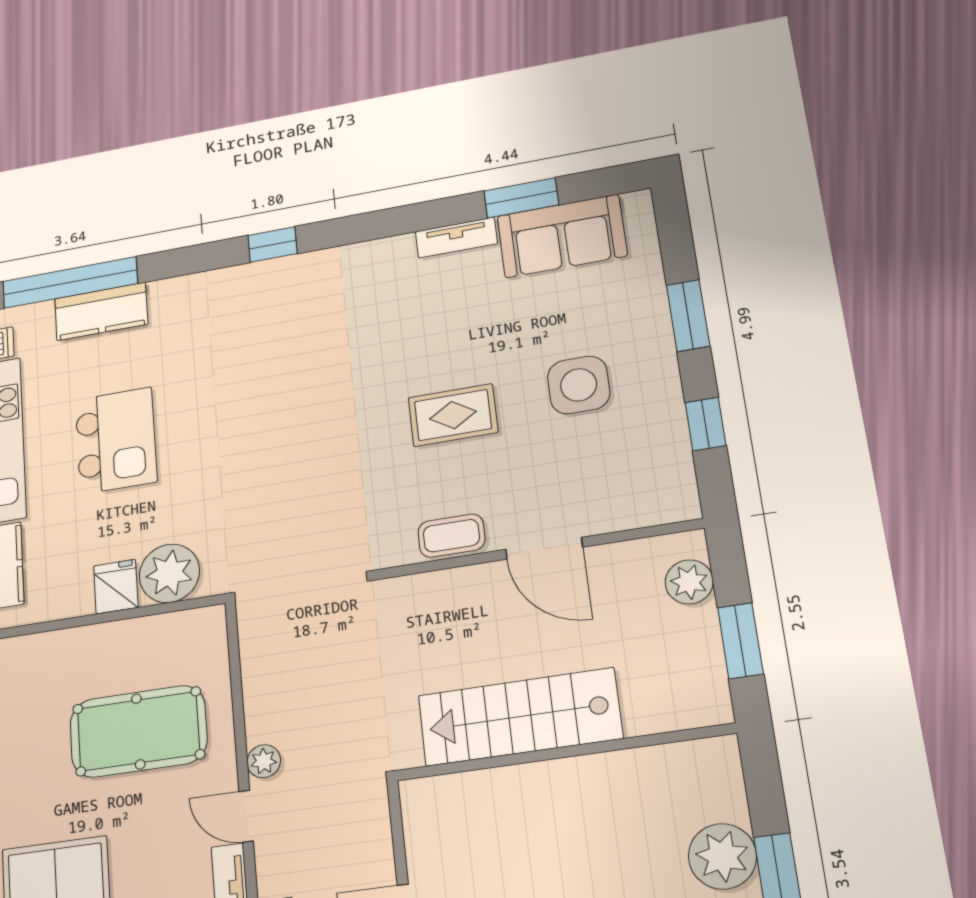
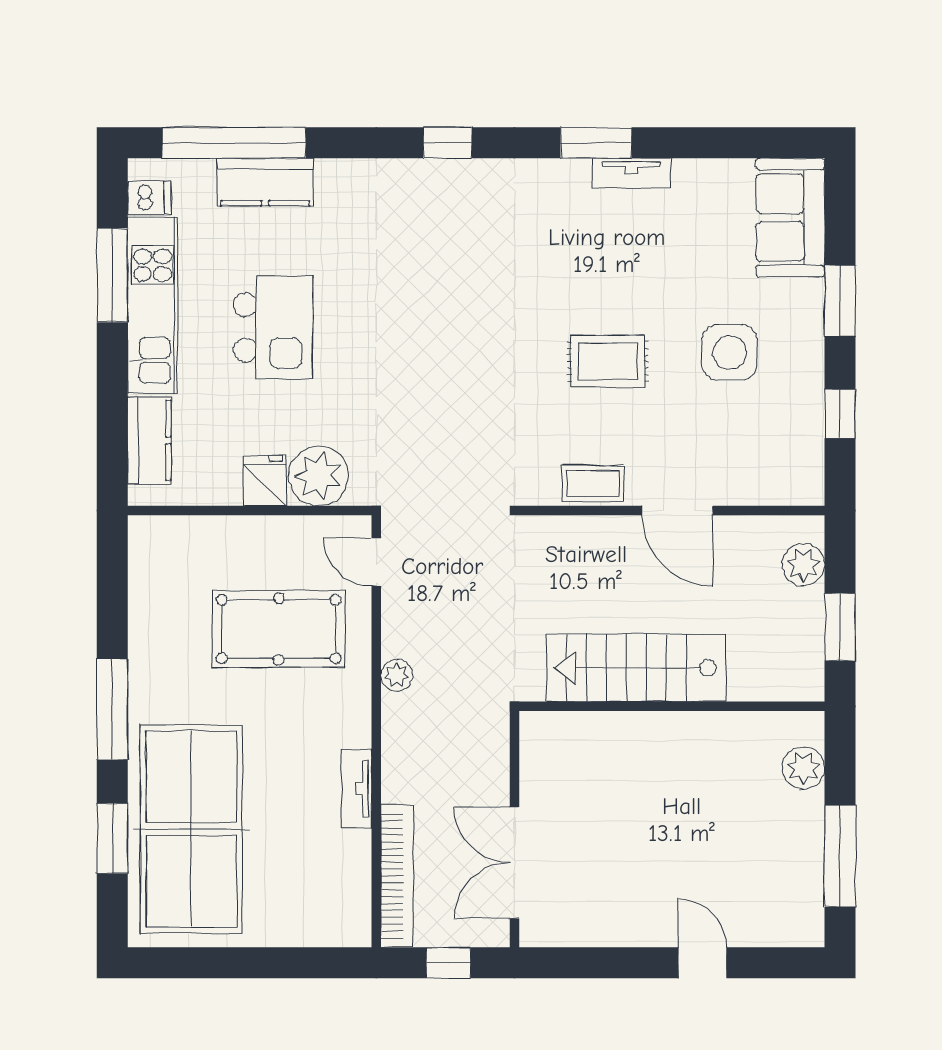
window: (521, 198) -> (596, 143), moved
sofa: (562, 236) -> (790, 218), moved, turned 90
door: (246, 816) -> (376, 562), moved
plant: (722, 856) -> (803, 768), moved, width x0.73, depth x0.73

